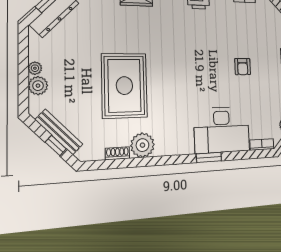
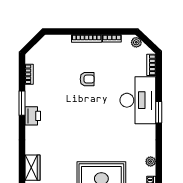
plant: (142, 145) -> (151, 161), width x0.53, depth x0.53

